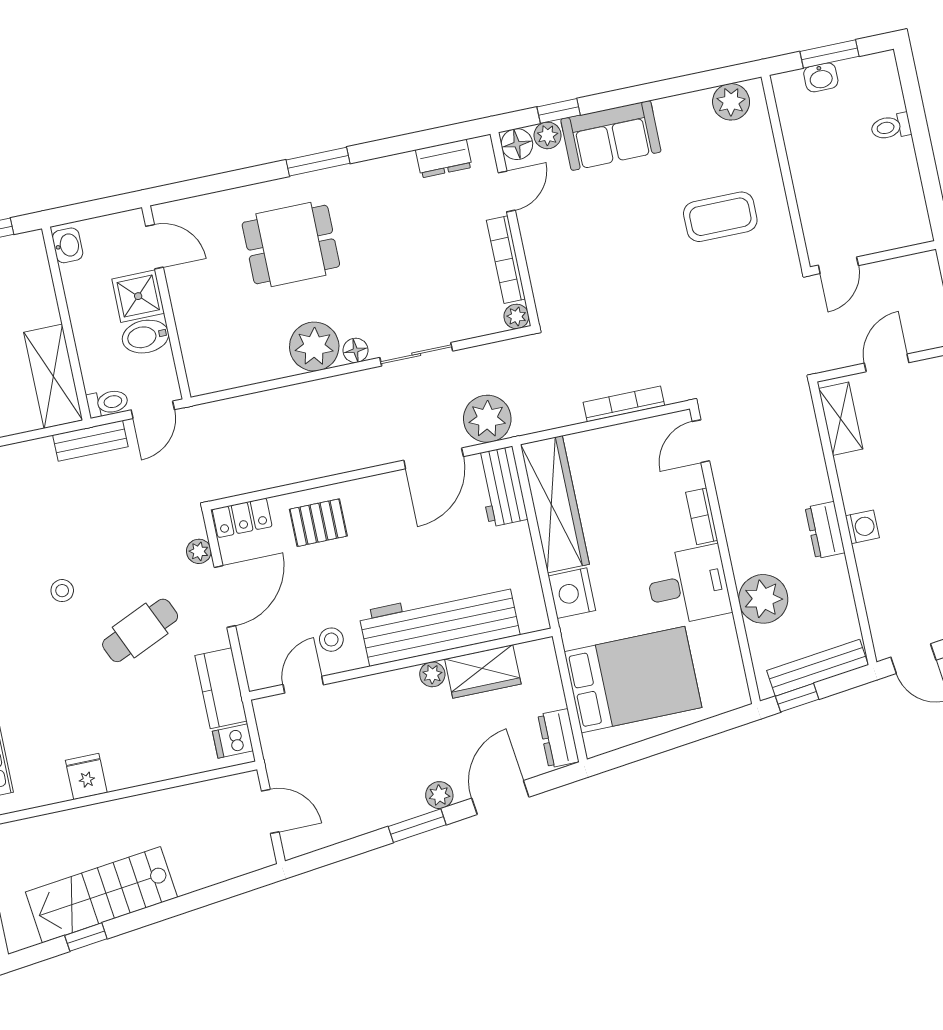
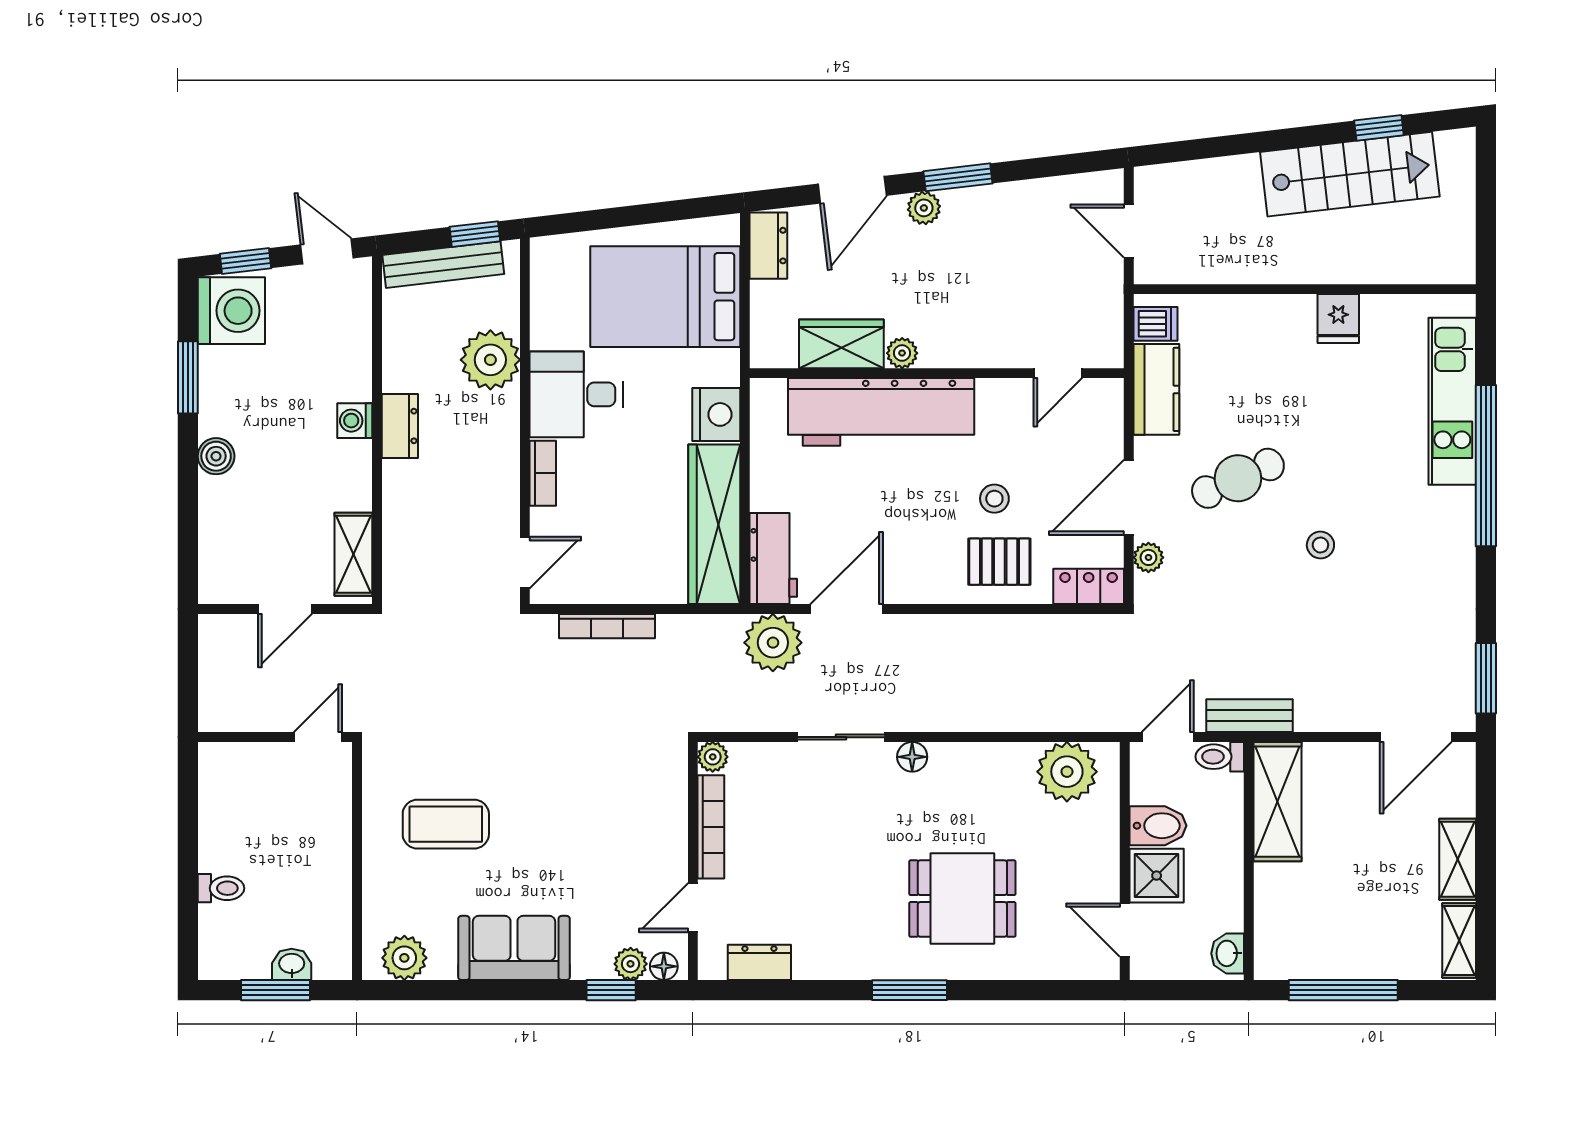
sofa: (611, 135) -> (514, 948), moved
floor lamp: (517, 144) -> (664, 966), width x0.73, depth x0.73
plant: (314, 347) -> (1067, 772), moved
stool: (331, 640) -> (994, 499), moved

